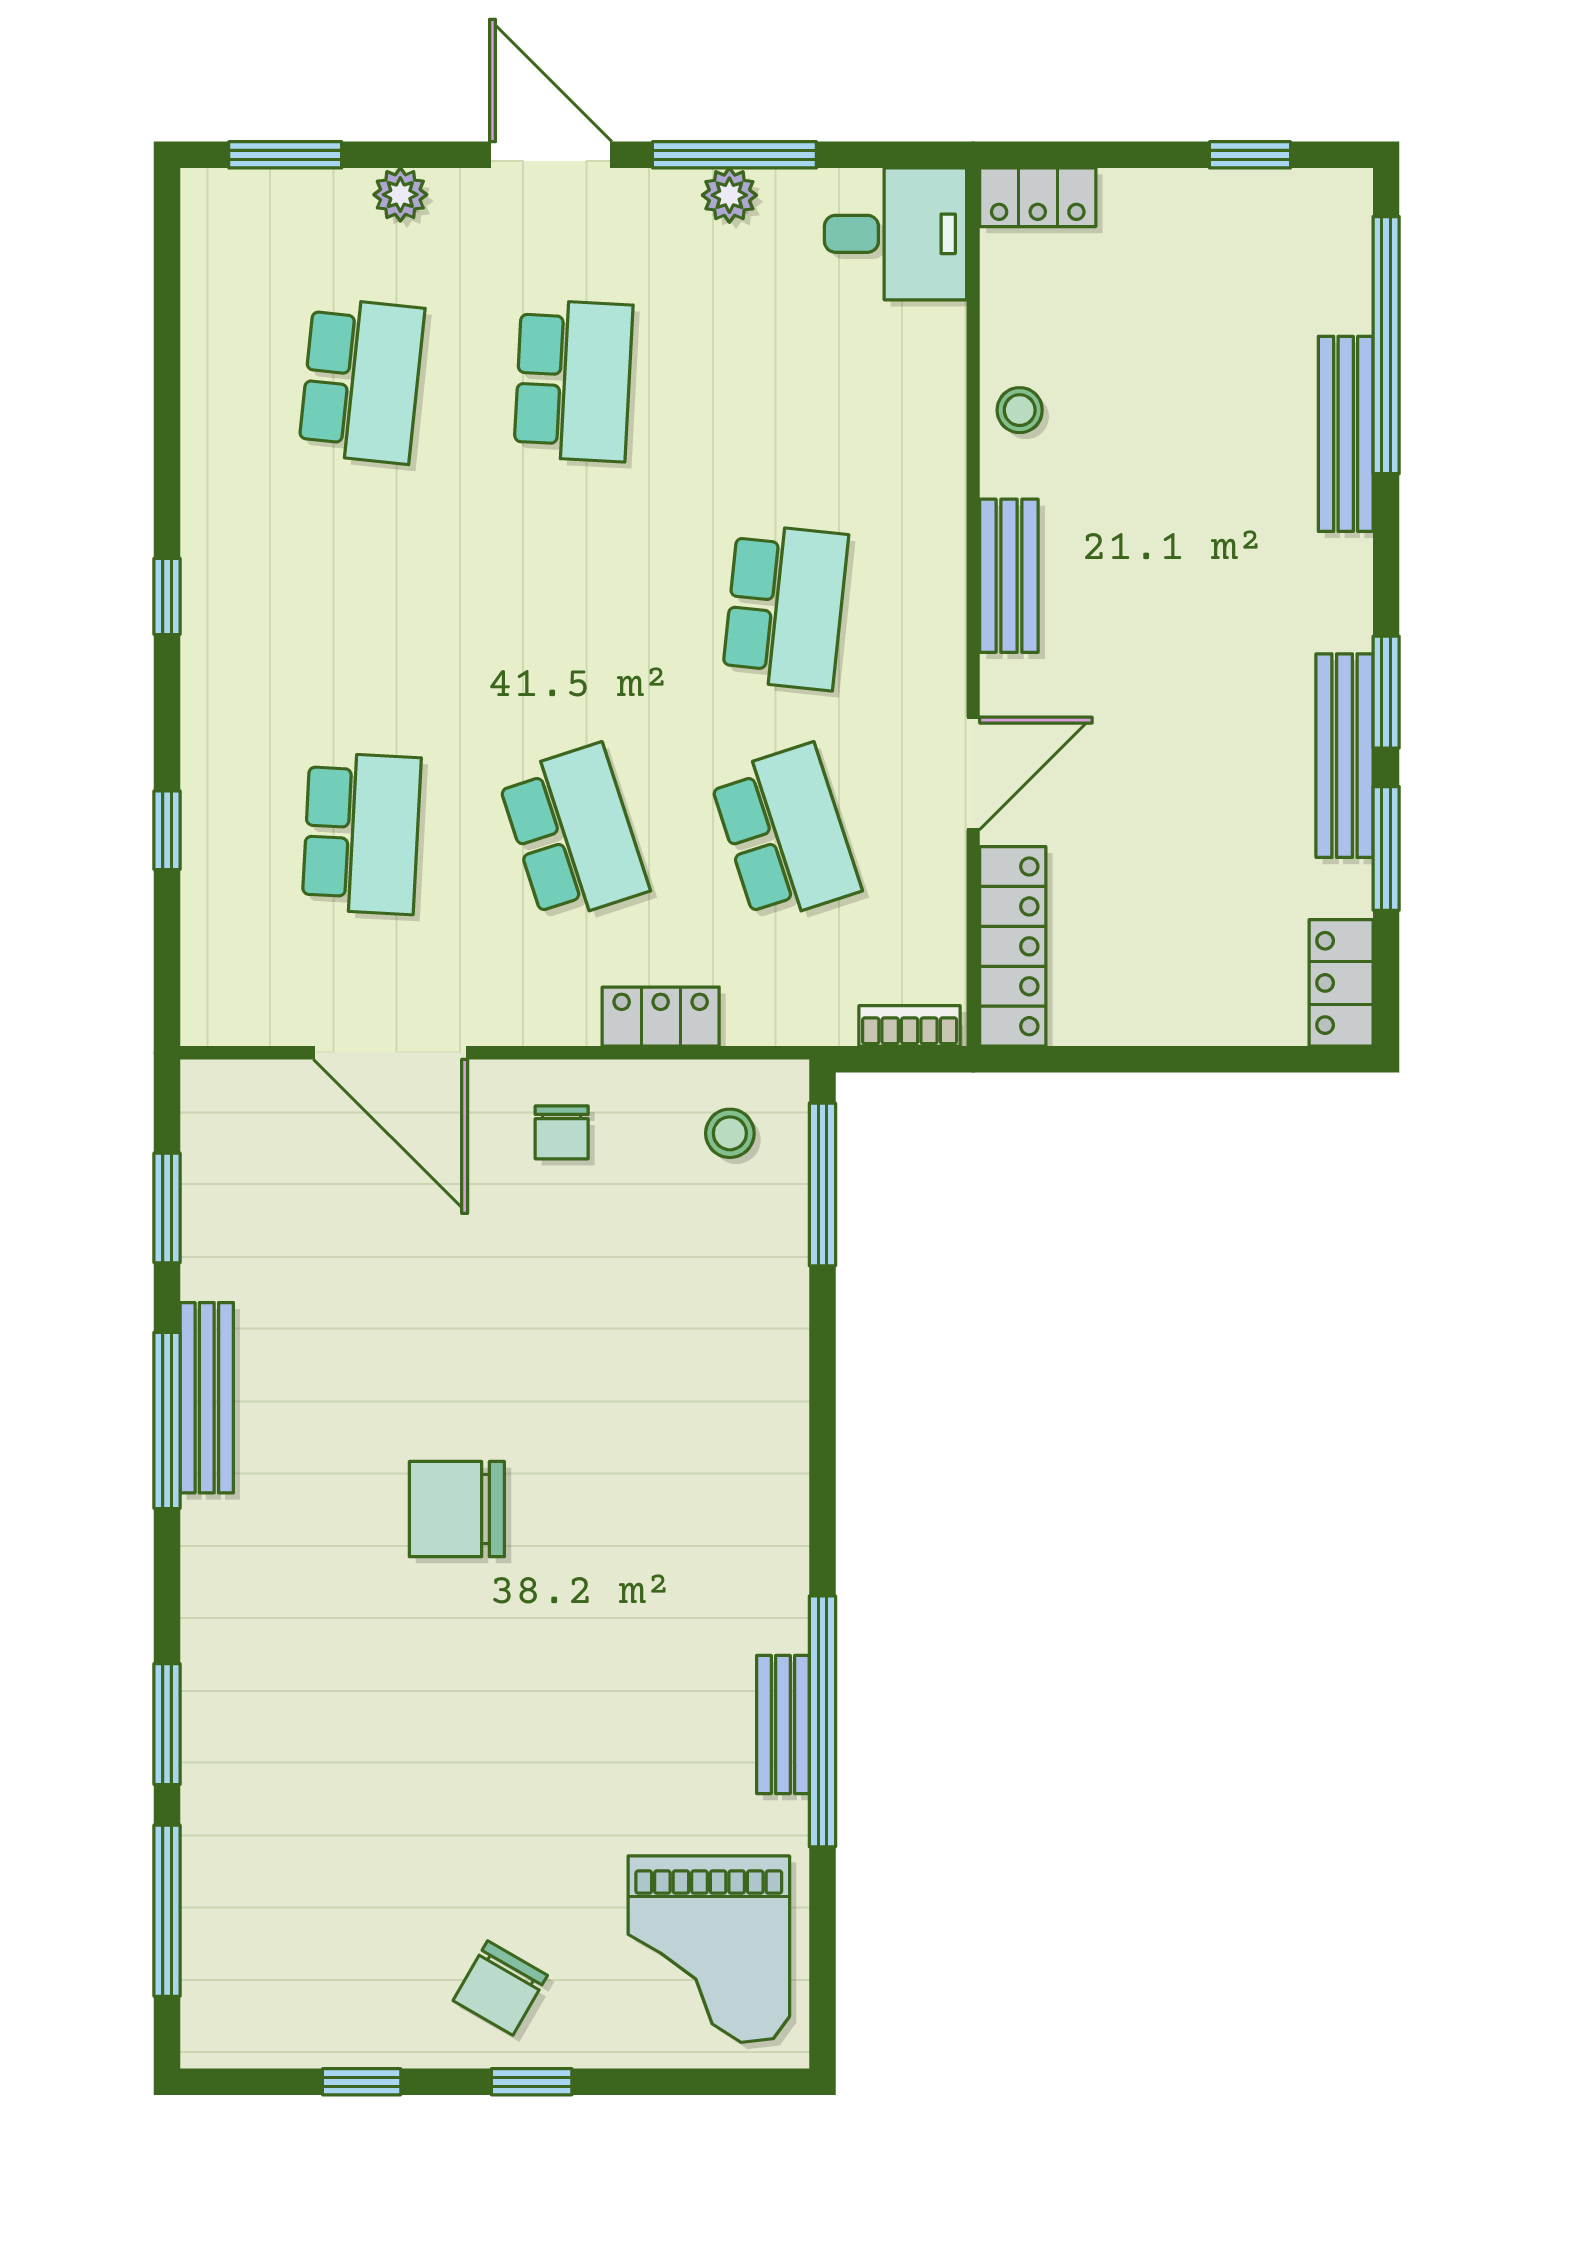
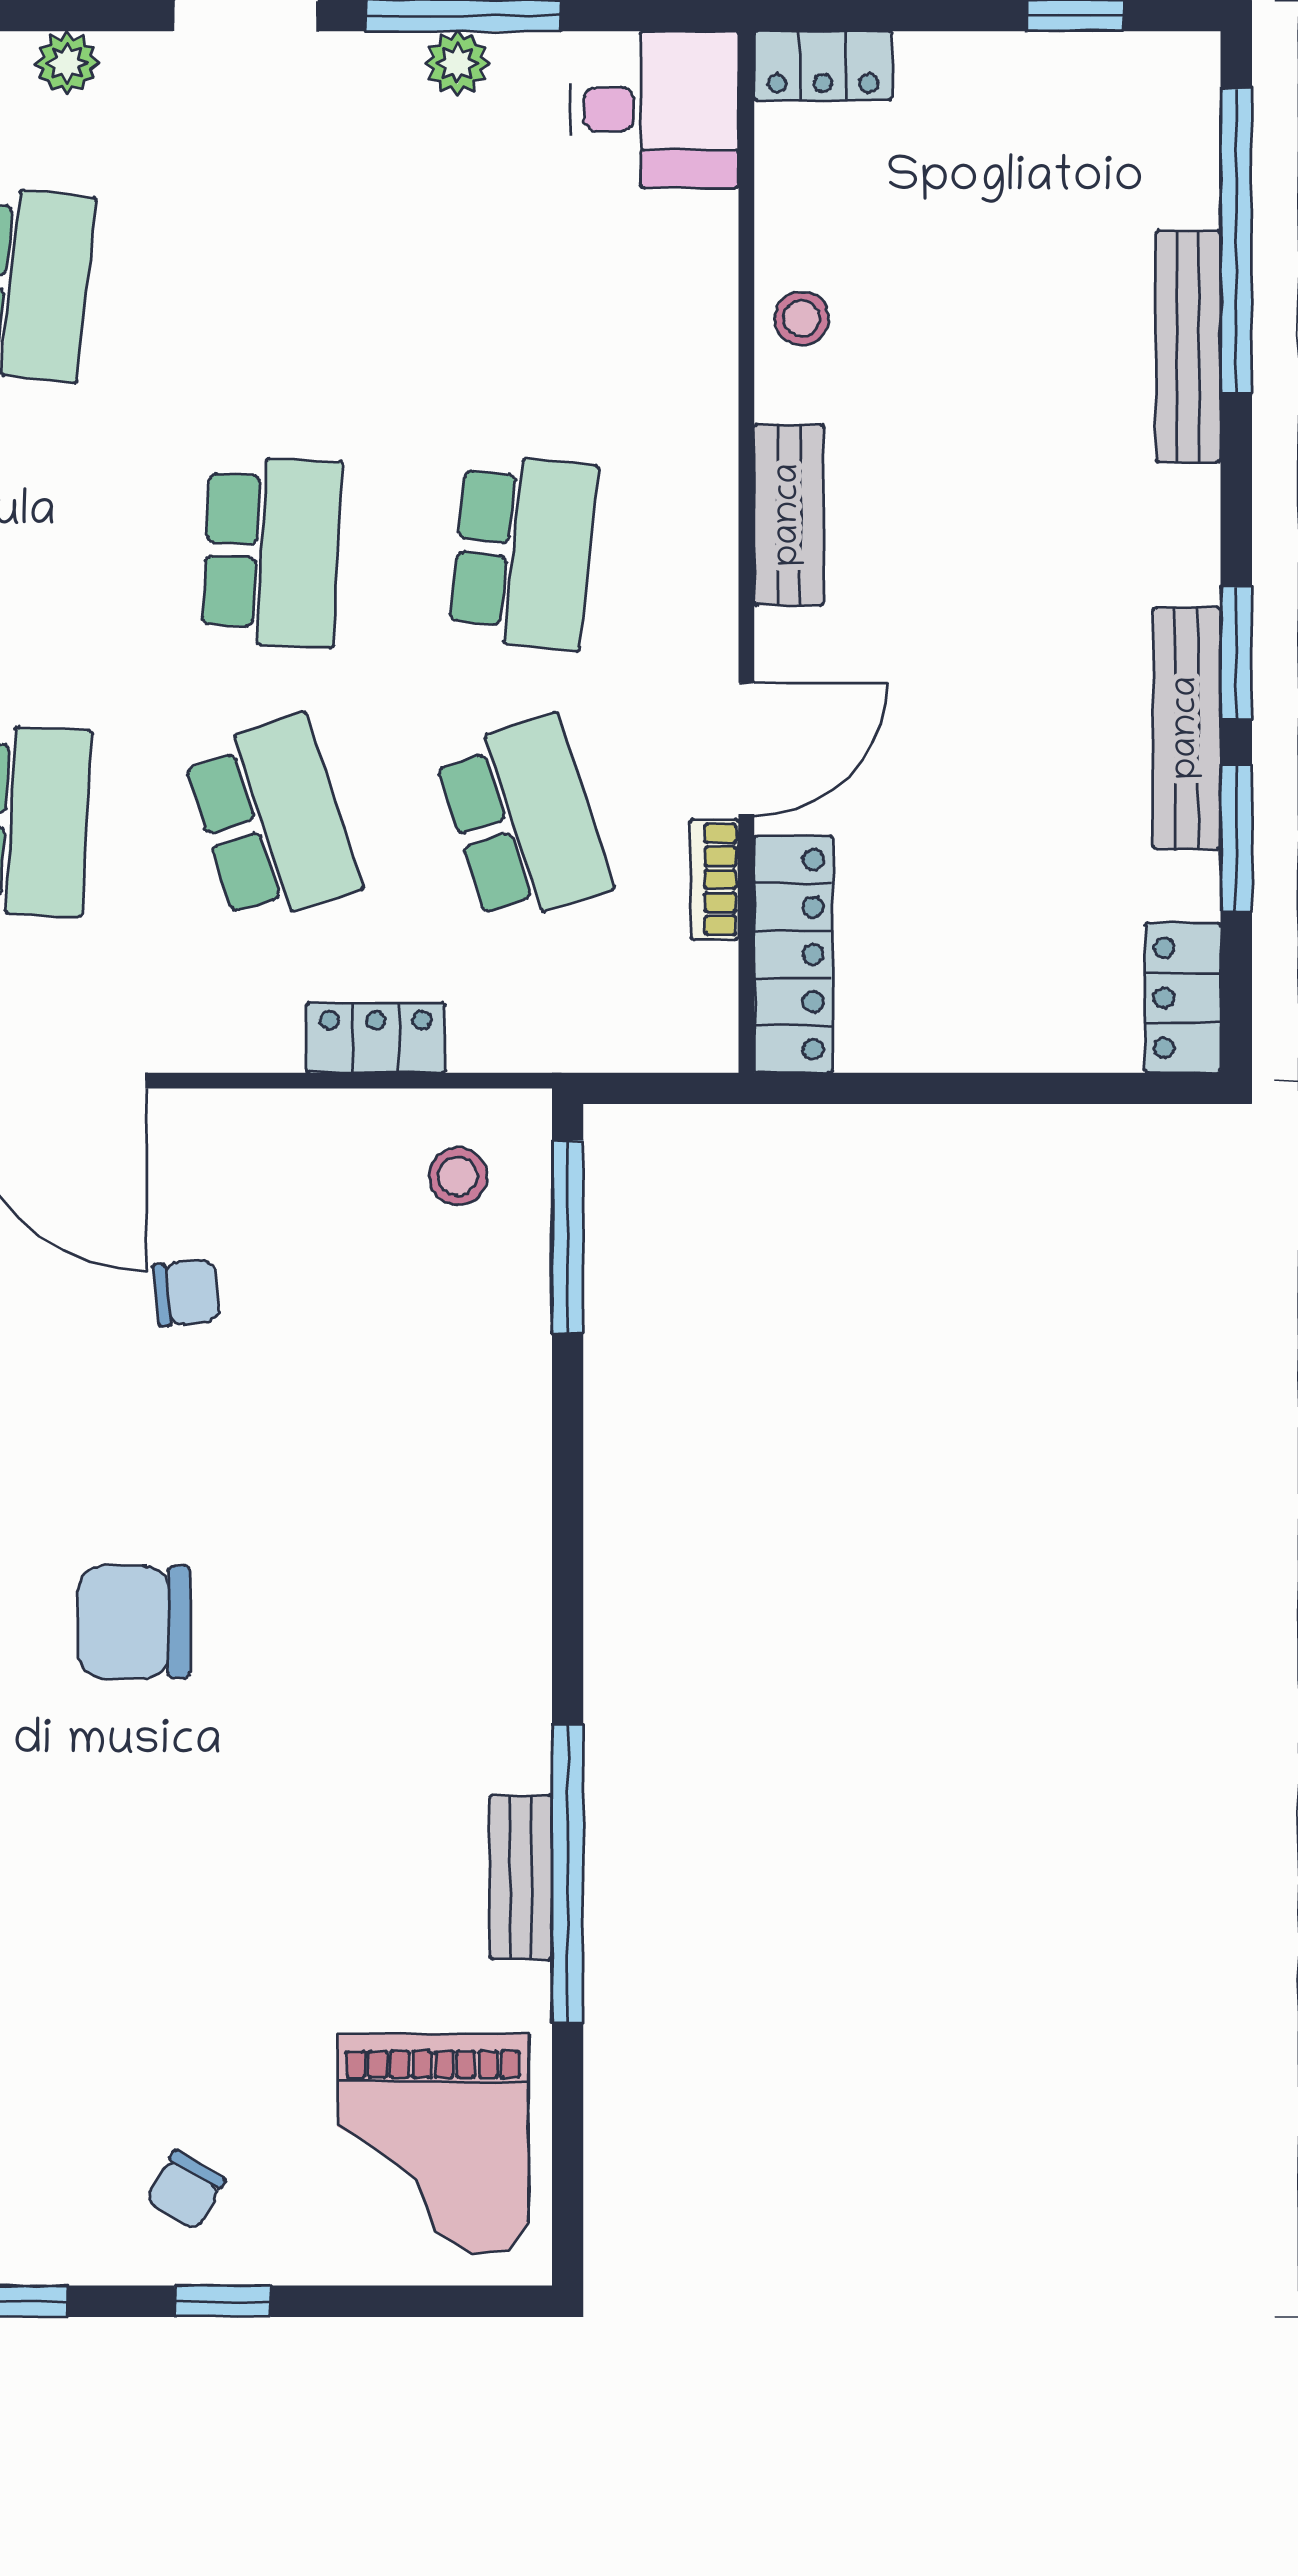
school desk: (573, 381) -> (272, 552), moved
bookcase: (910, 1026) -> (715, 879), moved, turned -90
chair: (562, 1132) -> (186, 1293), moved, turned -96
chair: (500, 1988) -> (185, 2190), width x0.73, depth x0.73

